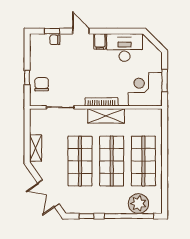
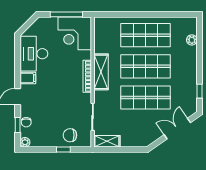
plant: (35, 39) -> (25, 142), added
window: (165, 81) -> (66, 14), width x1.44
shelving: (36, 148) -> (107, 141), moved
double door: (48, 193) -> (177, 129), swing flipped
plant: (139, 204) -> (192, 40), width x0.53, depth x0.53
window: (129, 216) -> (200, 49), removed

